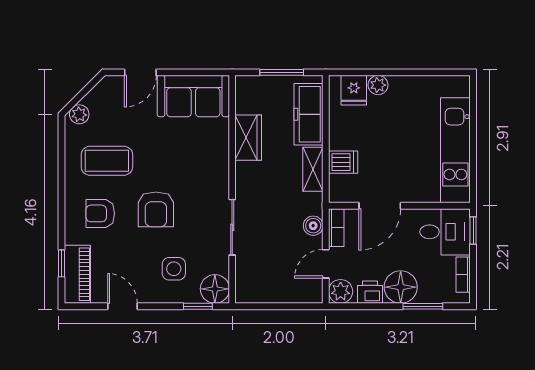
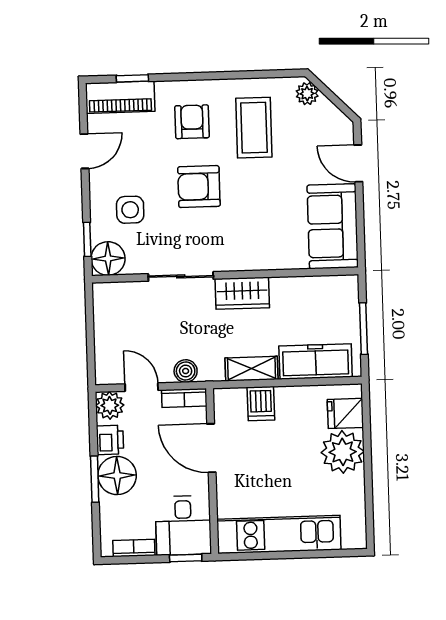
plant: (378, 85) -> (343, 452), width x1.87, depth x1.87
wardrobe: (248, 138) -> (242, 293), moved
window: (423, 306) -> (95, 479), moved

